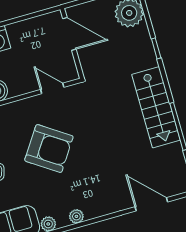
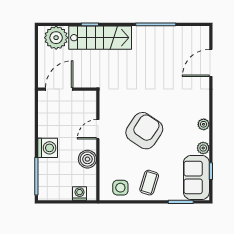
door: (52, 88) -> (98, 129), moved
stairs: (156, 107) -> (100, 38), moved

